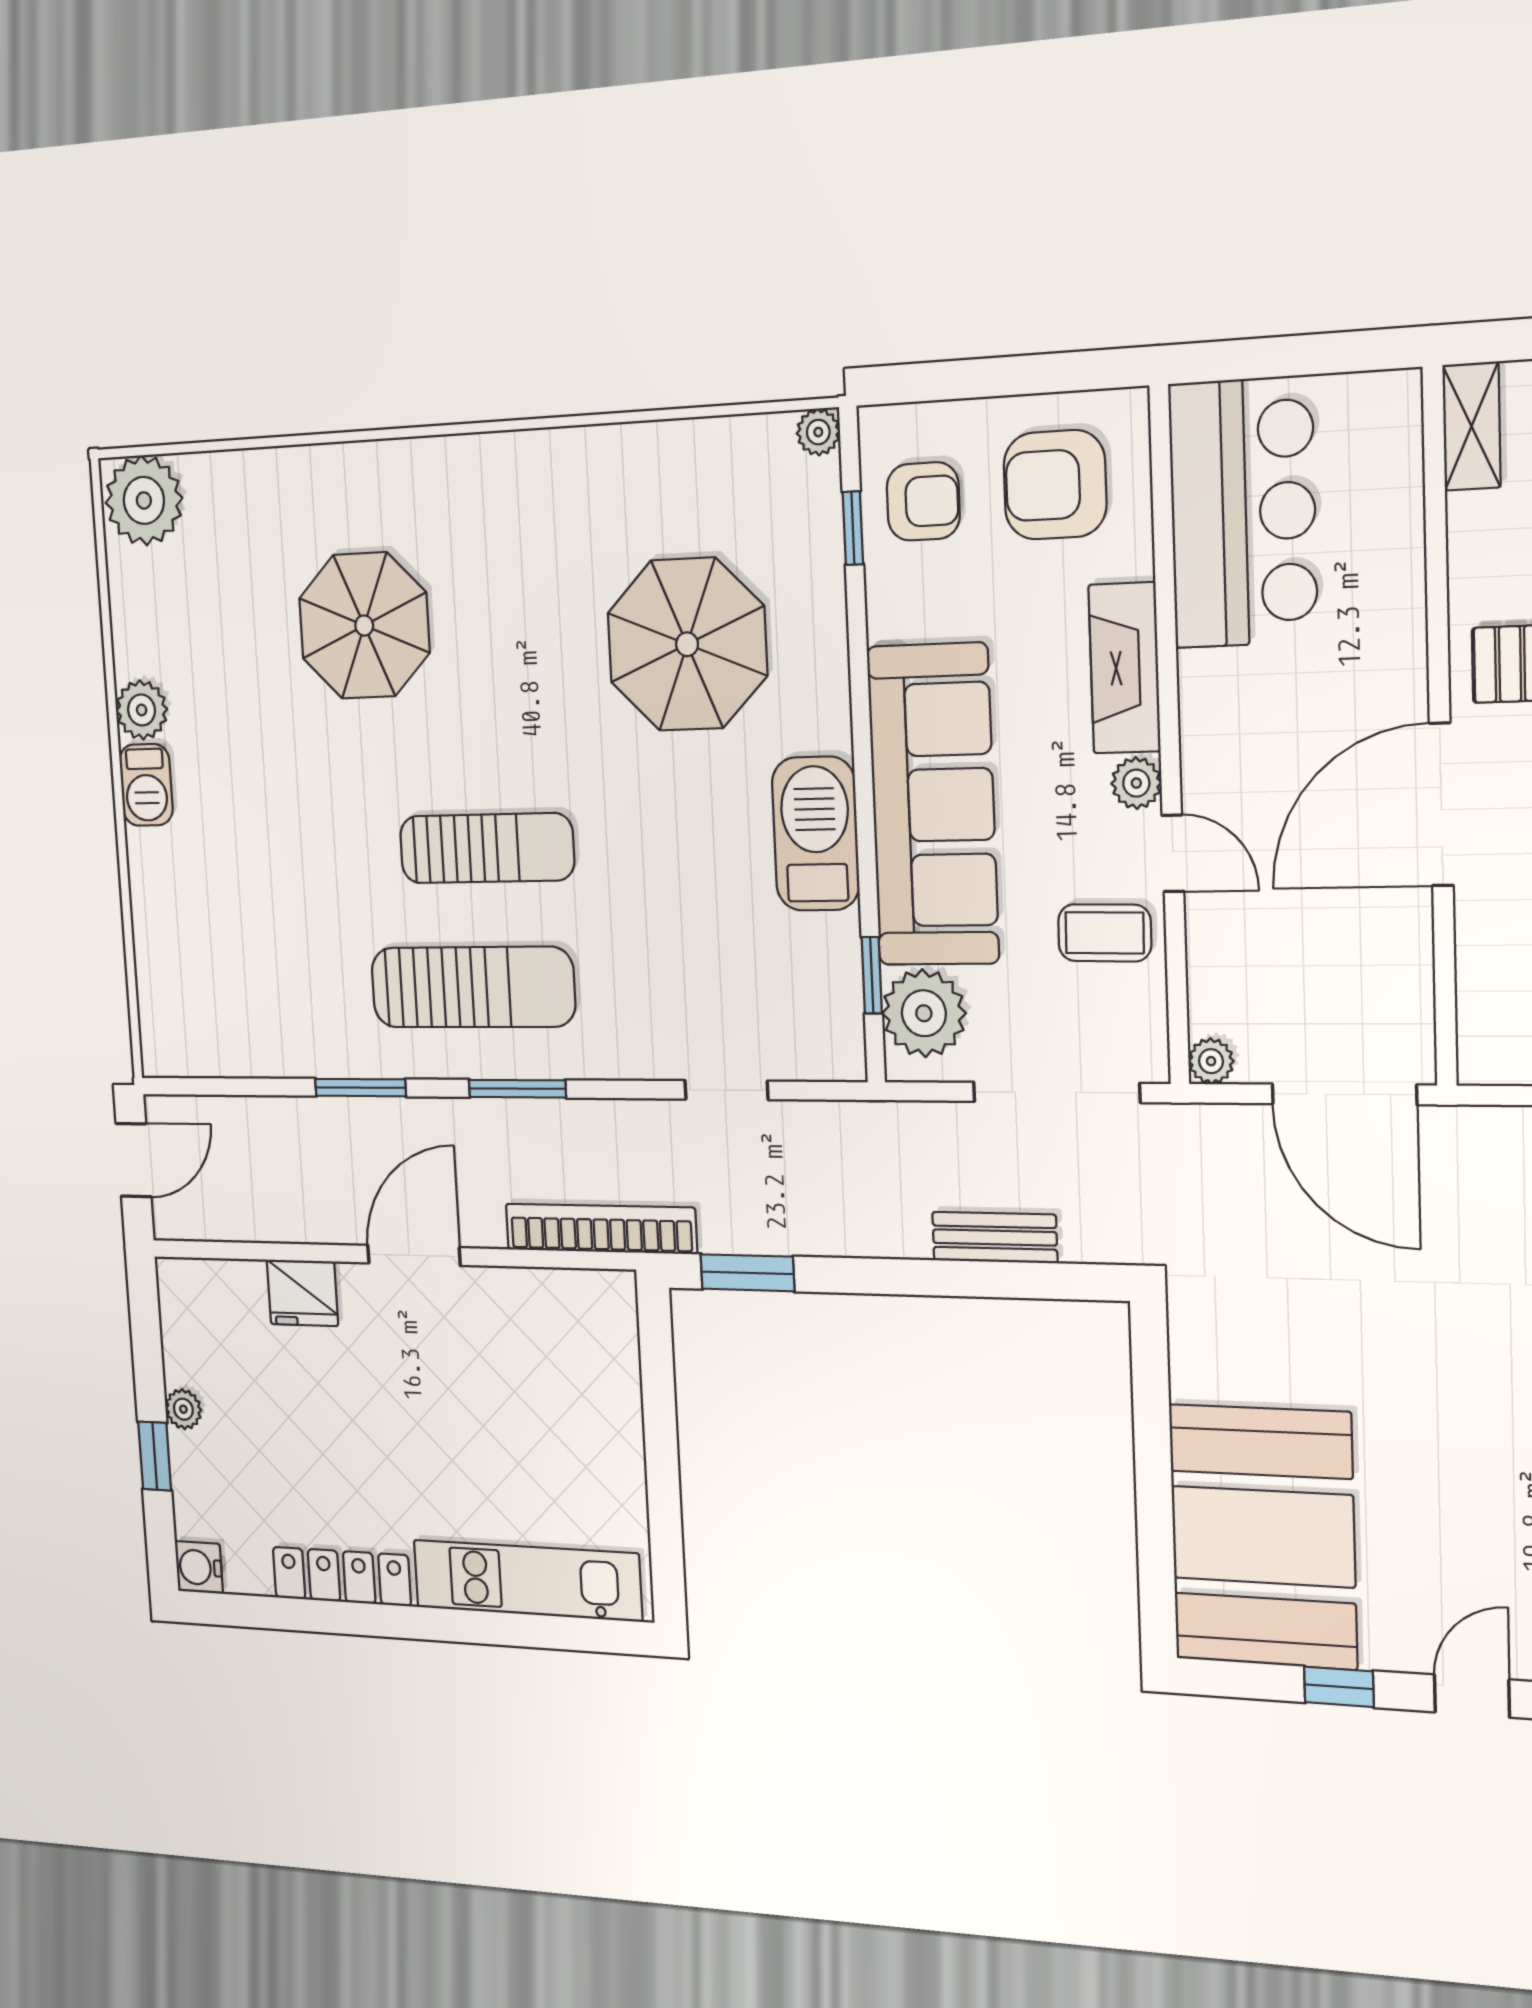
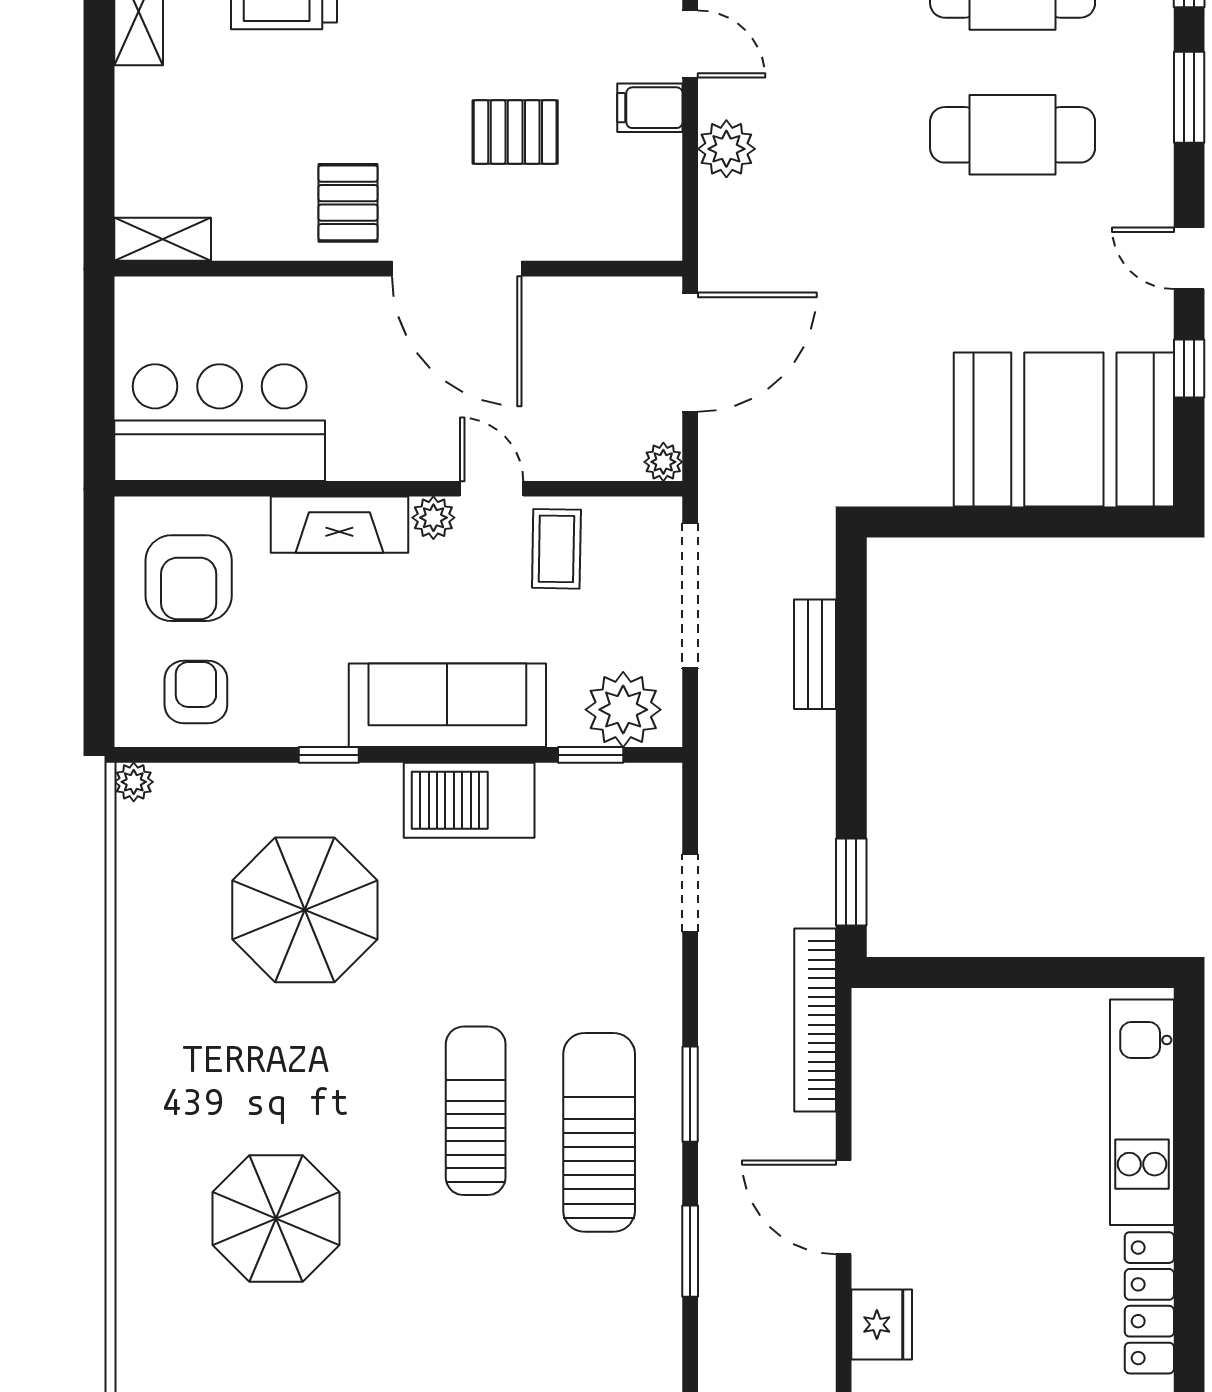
window: (853, 528) -> (329, 755), moved
sofa: (933, 805) -> (447, 705), width x0.74, depth x0.79
door: (1173, 853) -> (492, 489), hinge flipped

